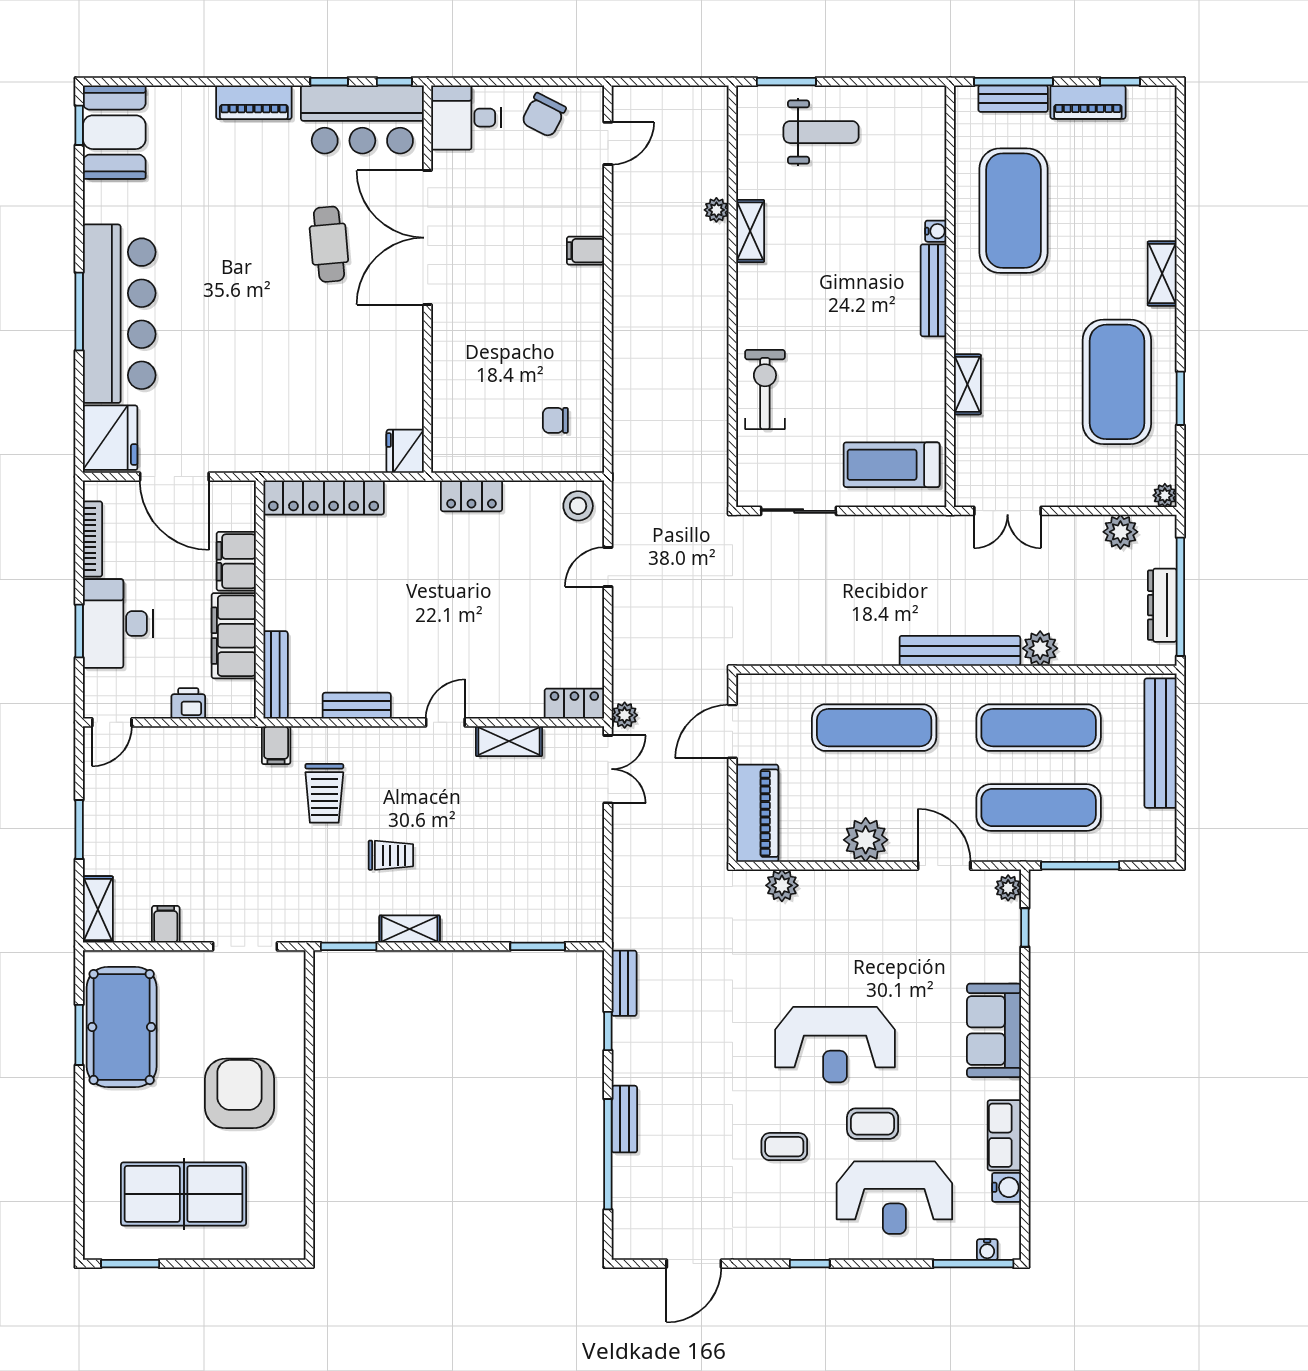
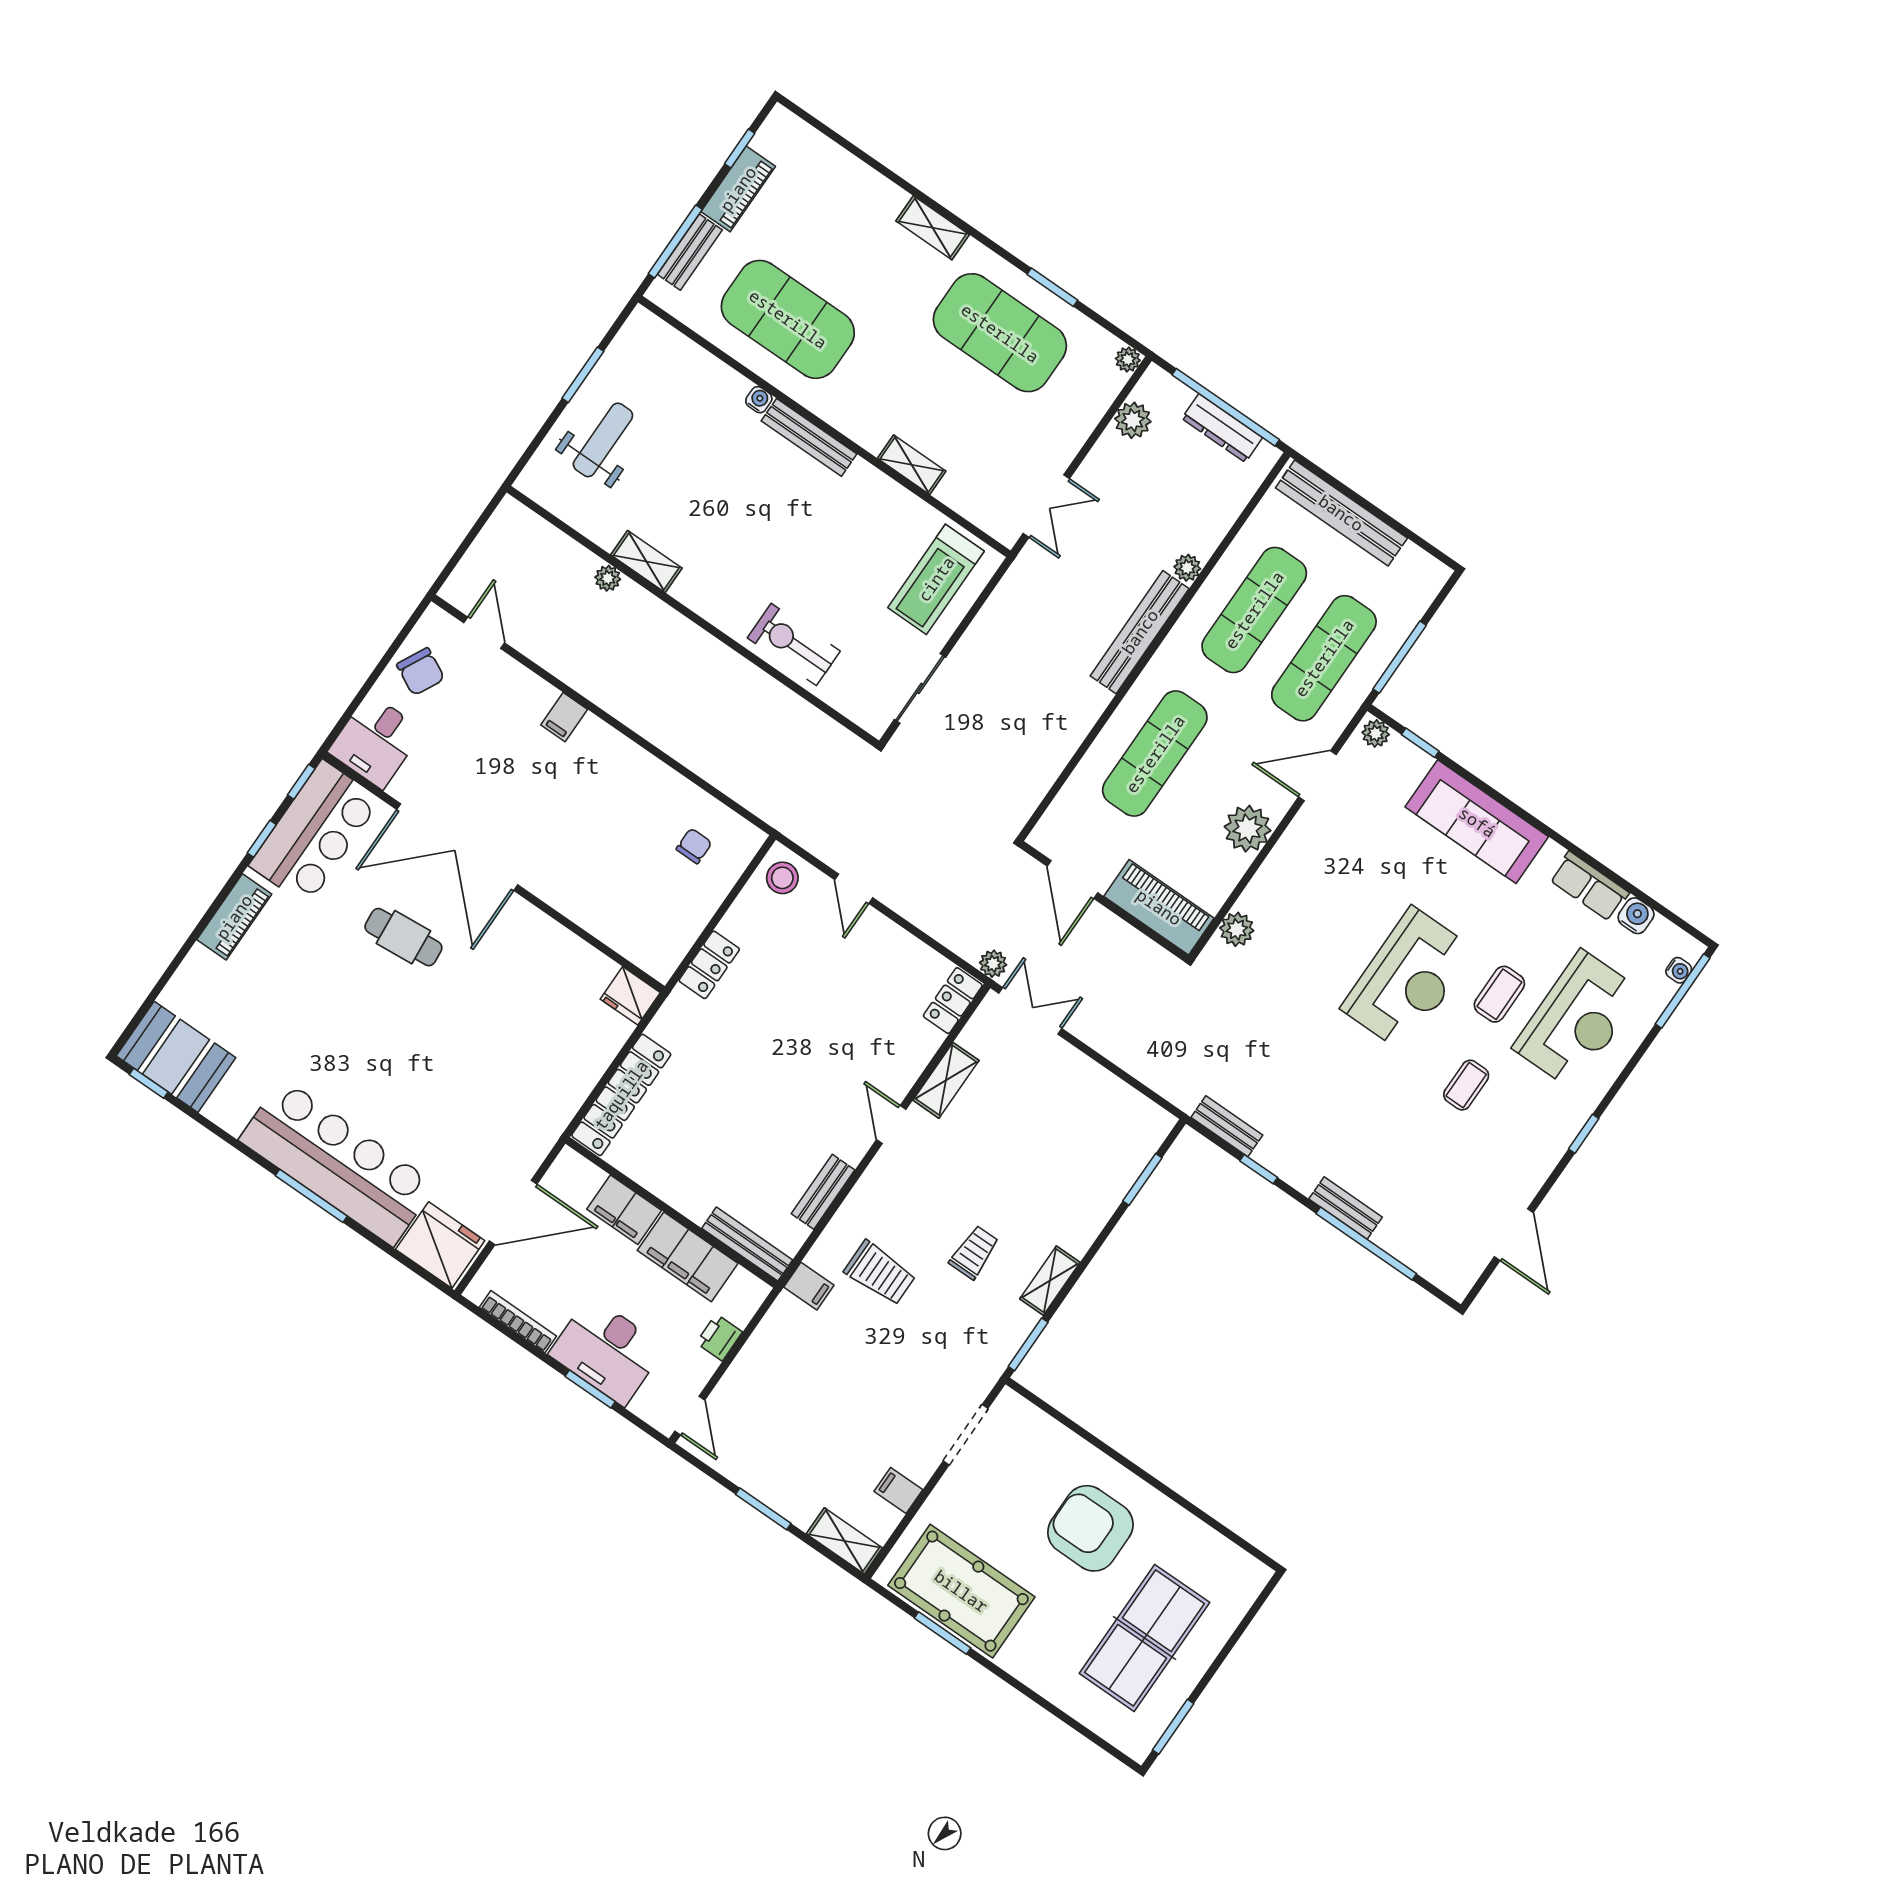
window: (786, 82) -> (583, 375), moved
chair: (555, 420) -> (694, 846), turned 180
plant: (1040, 648) -> (1187, 568), width x0.73, depth x0.73
sofa: (994, 1030) -> (1477, 822), width x1.36

